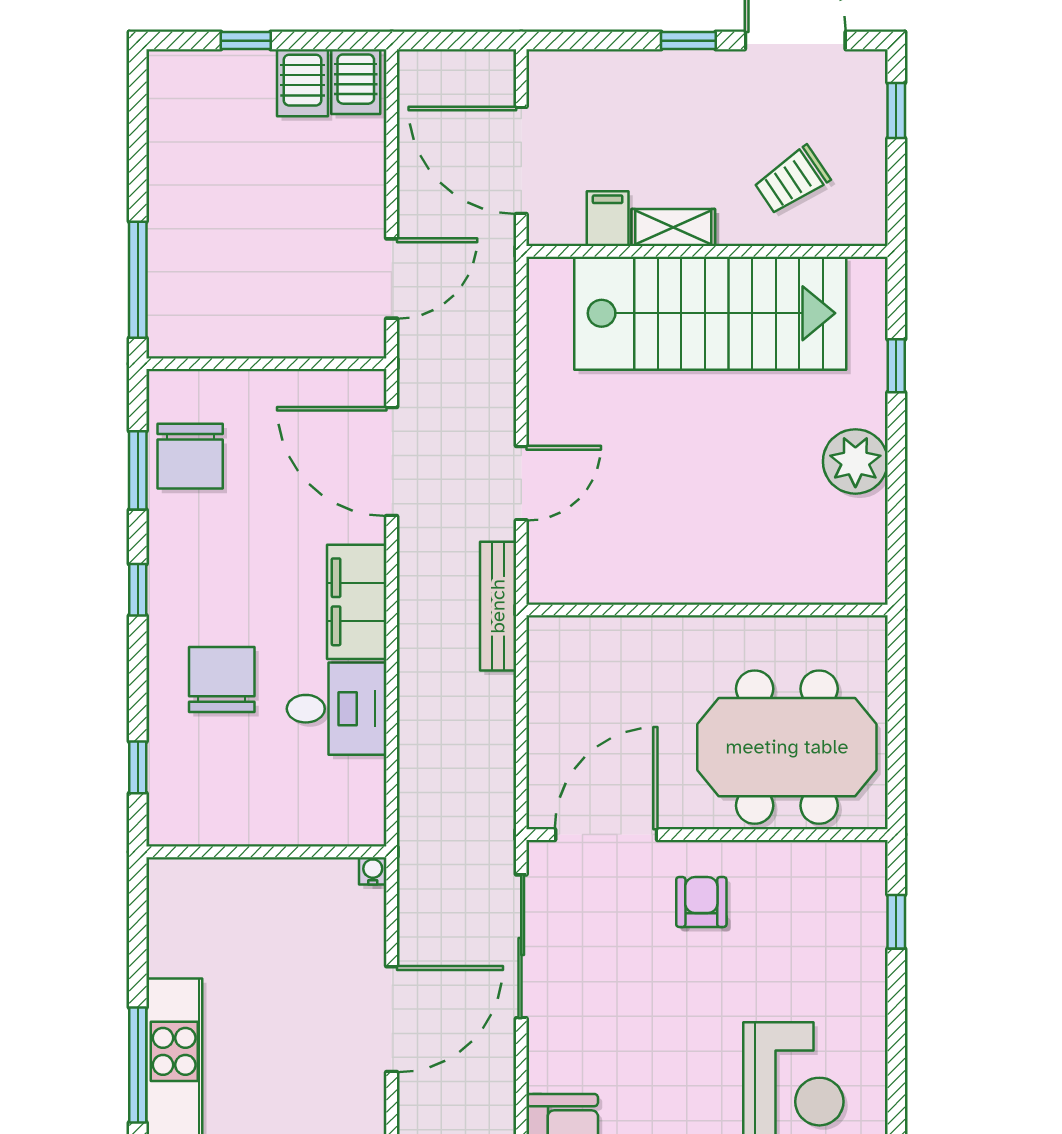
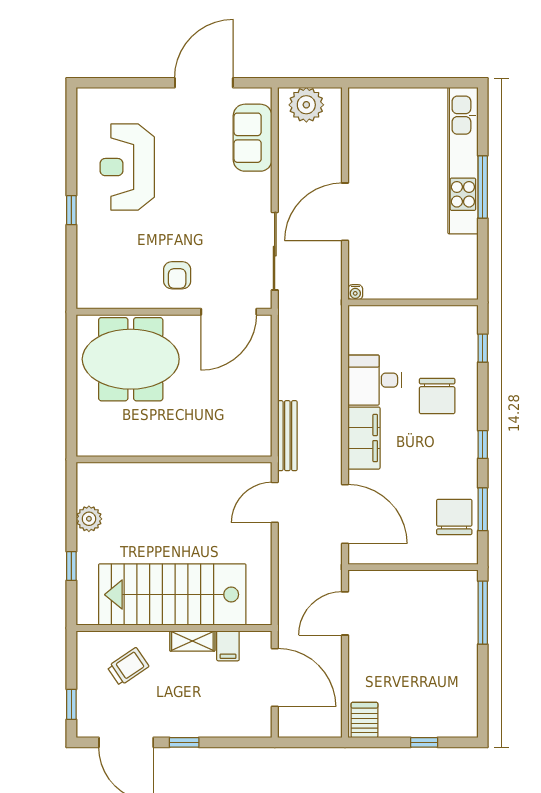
server rack: (303, 83) -> (393, 719), removed
plant: (855, 461) -> (89, 519), width x0.73, depth x0.73
wall: (707, 610) -> (174, 459), moved
window: (896, 922) -> (71, 210), moved

